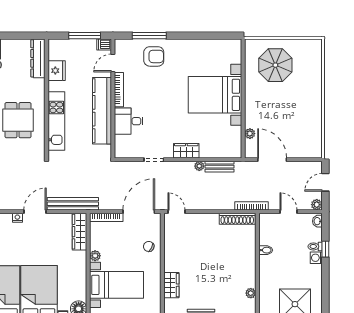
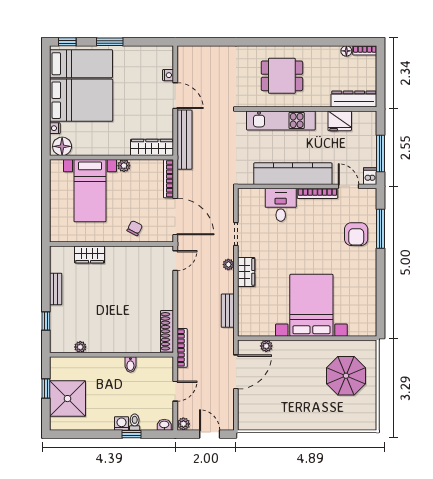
plant: (199, 166) -> (228, 264), moved

